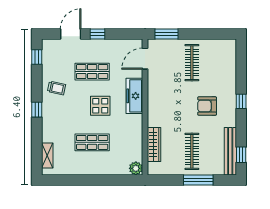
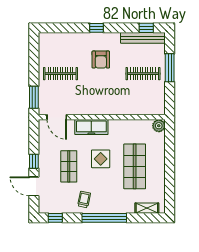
window: (37, 110) -> (104, 218), width x3.17
shop shelf: (92, 142) -> (135, 166), width x1.43, depth x1.36
wardrobe: (154, 144) -> (137, 109), removed

